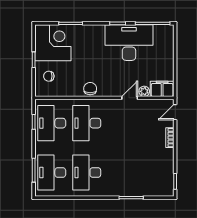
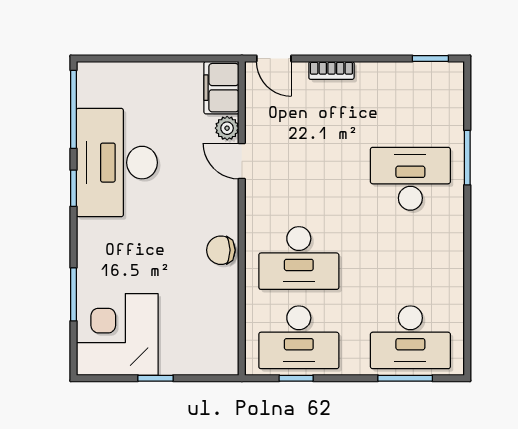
chair: (49, 76) -> (193, 344), removed
desk: (87, 172) -> (410, 179), moved, turned 180

